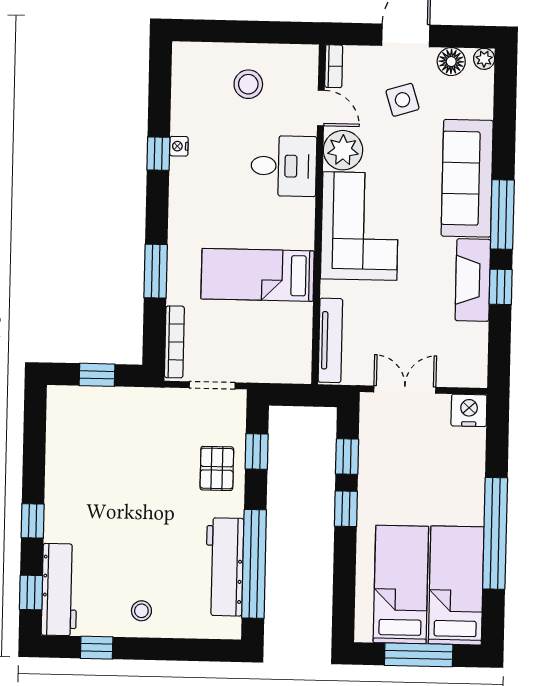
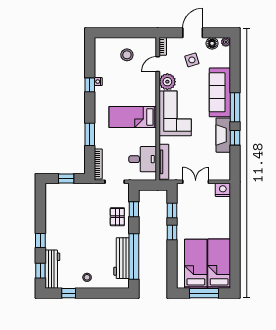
door: (321, 108) -> (158, 64), swing flipped
desk: (284, 166) -> (143, 159), moved
bed: (258, 275) -> (133, 117), moved
window: (495, 533) -> (235, 241), removed

